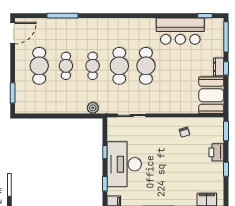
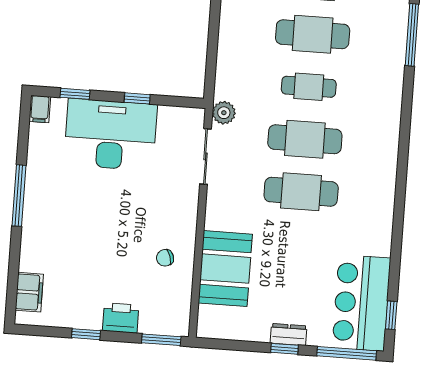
bar counter: (180, 31) -> (361, 303), moved
cafe table: (66, 66) -> (313, 34), width x1.37, depth x1.35
booth: (211, 95) -> (225, 269), moved, turned 90
plant: (93, 108) -> (224, 113), moved

